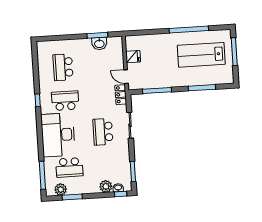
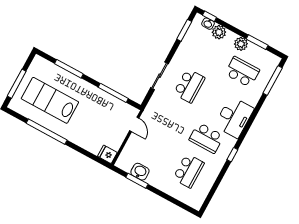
lab bench: (201, 55) -> (50, 100), turned 180
fridge: (133, 57) -> (107, 154), moved
locker: (121, 95) -> (150, 110), removed
desk: (58, 135) -> (234, 117), width x0.73, depth x0.77
plant: (61, 189) -> (241, 44), moved

